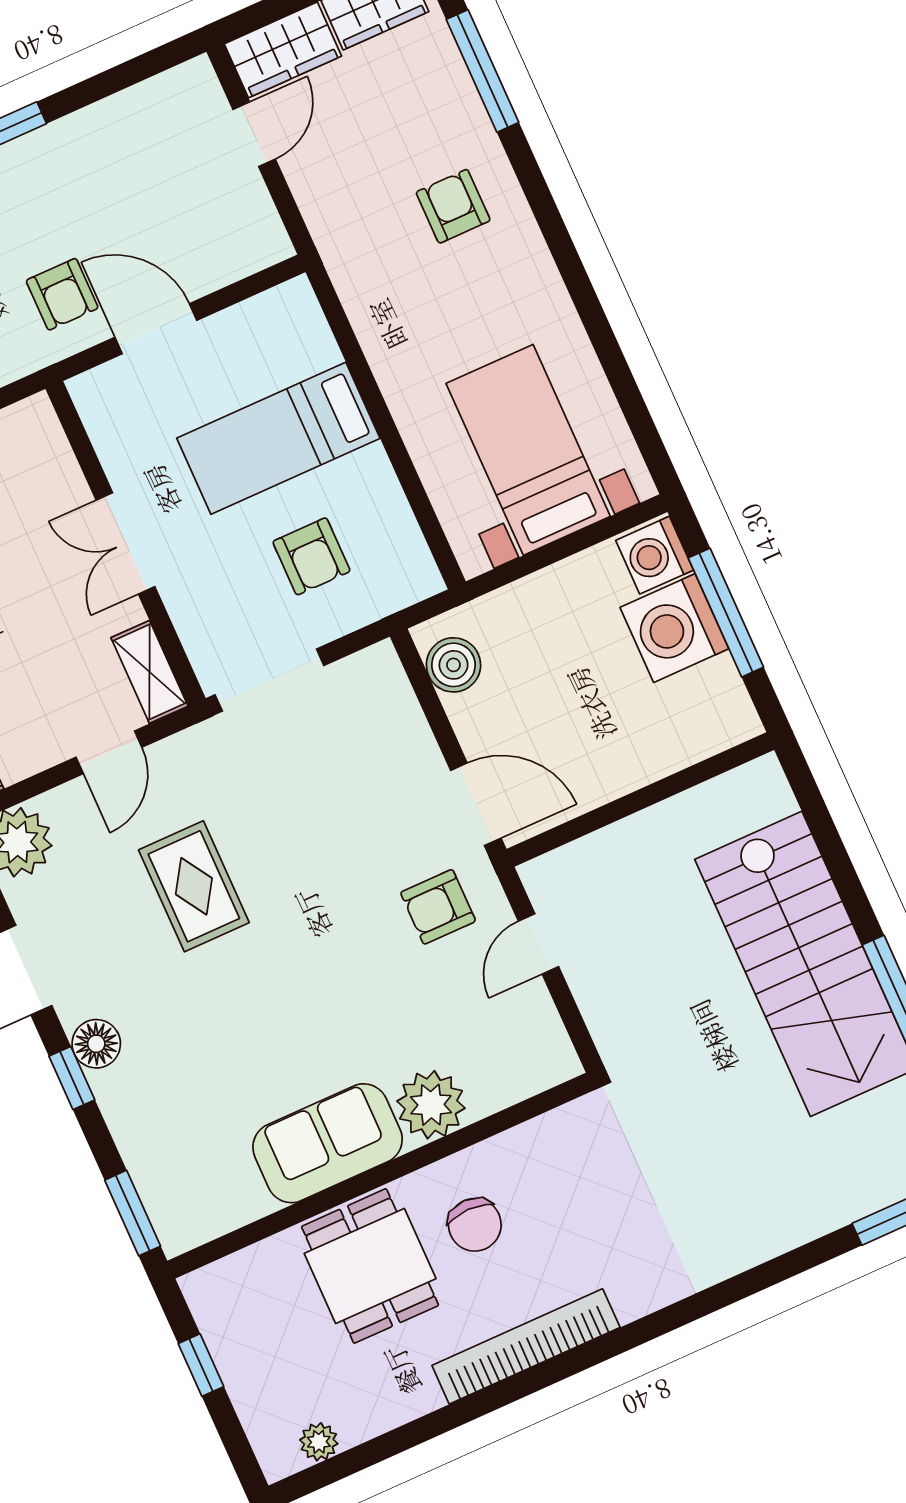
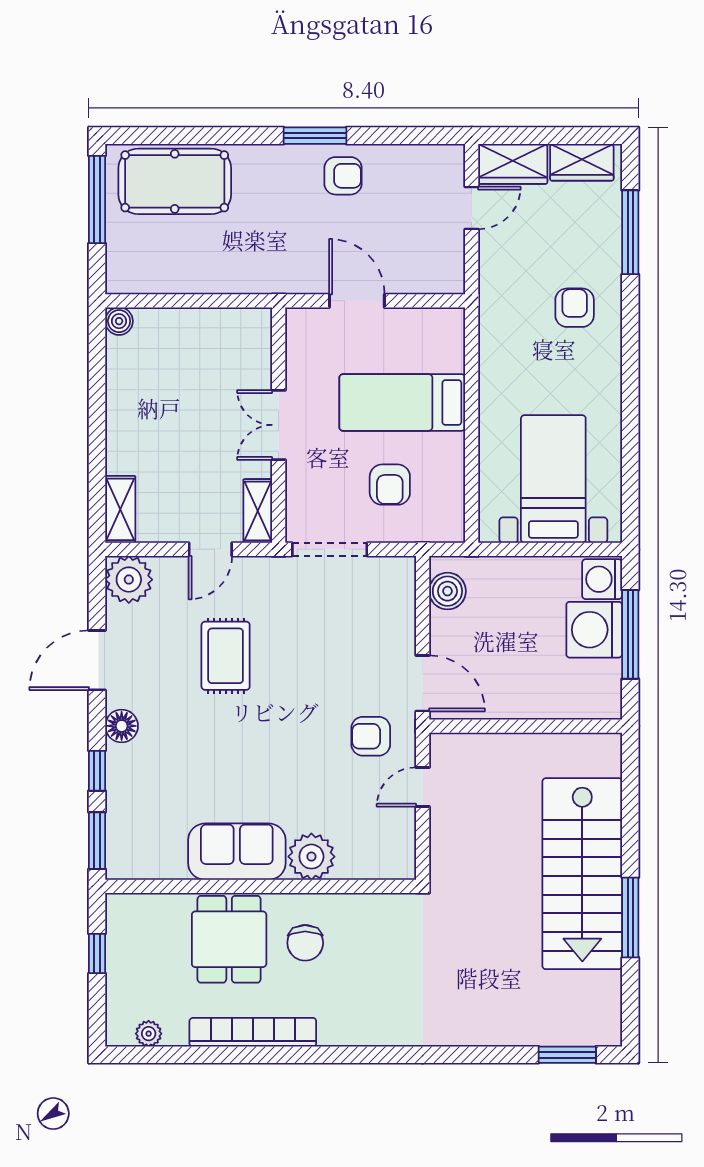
armchair: (62, 294) -> (343, 176), moved, turned -90
window: (72, 1078) -> (97, 771), moved
bookcase: (526, 1346) -> (253, 1032), moved

